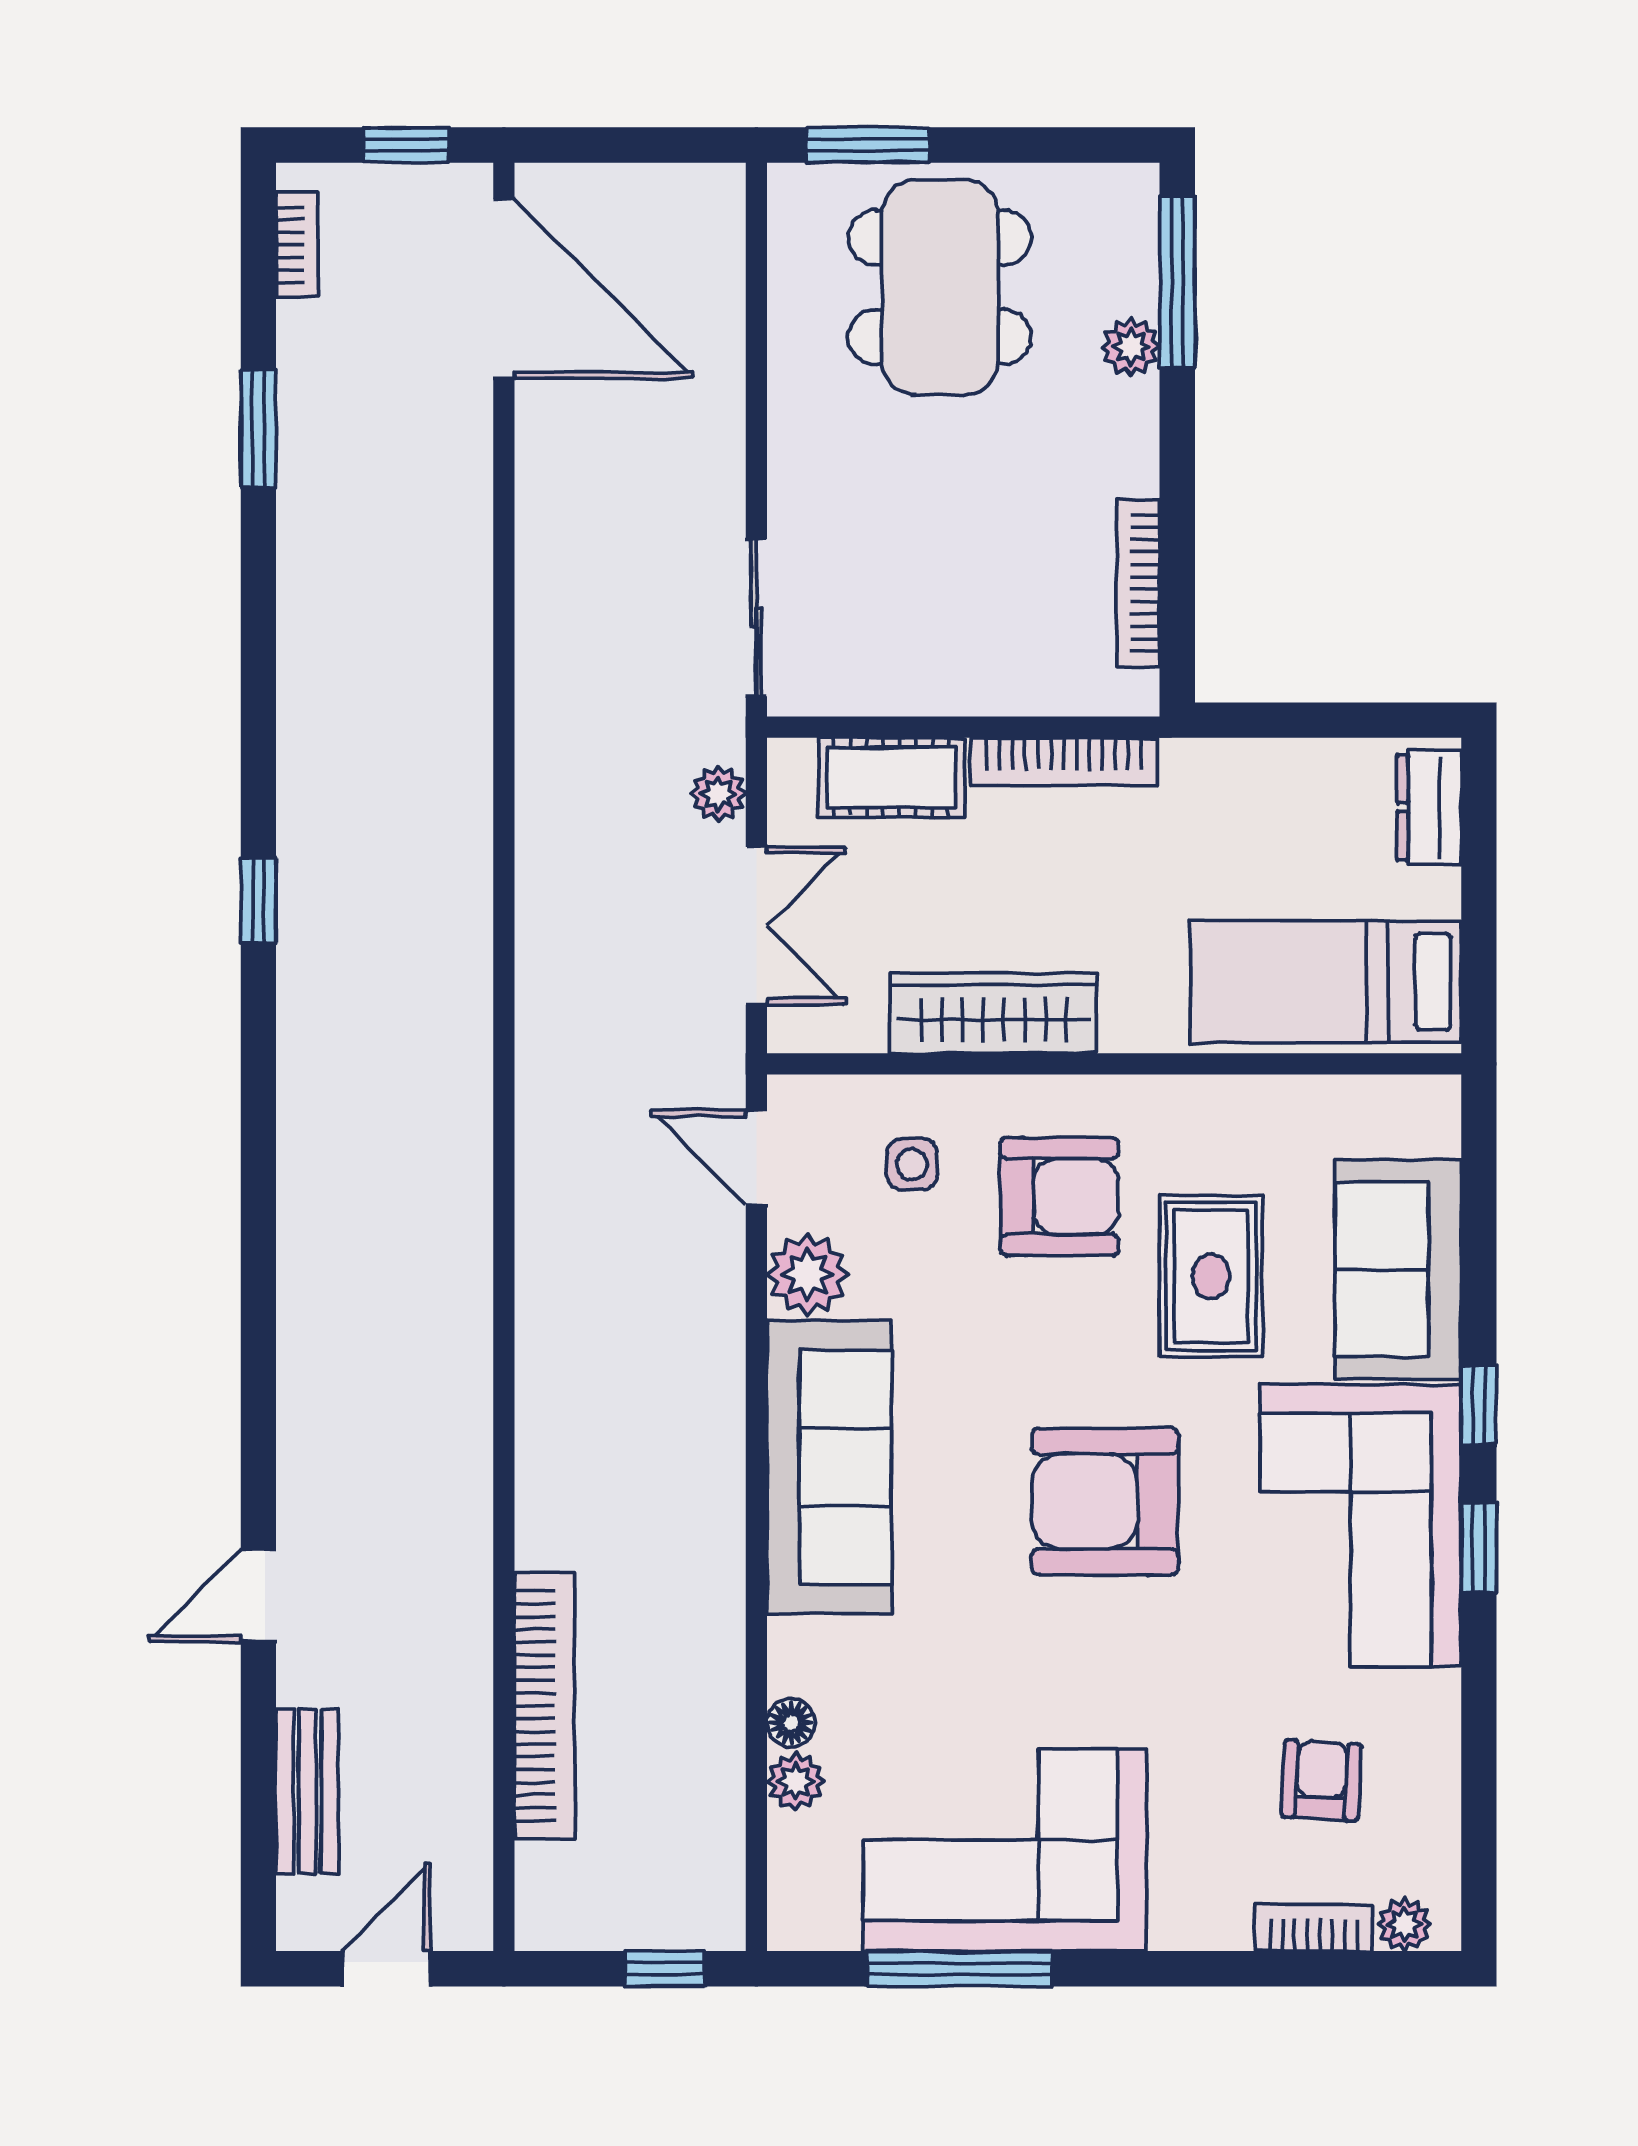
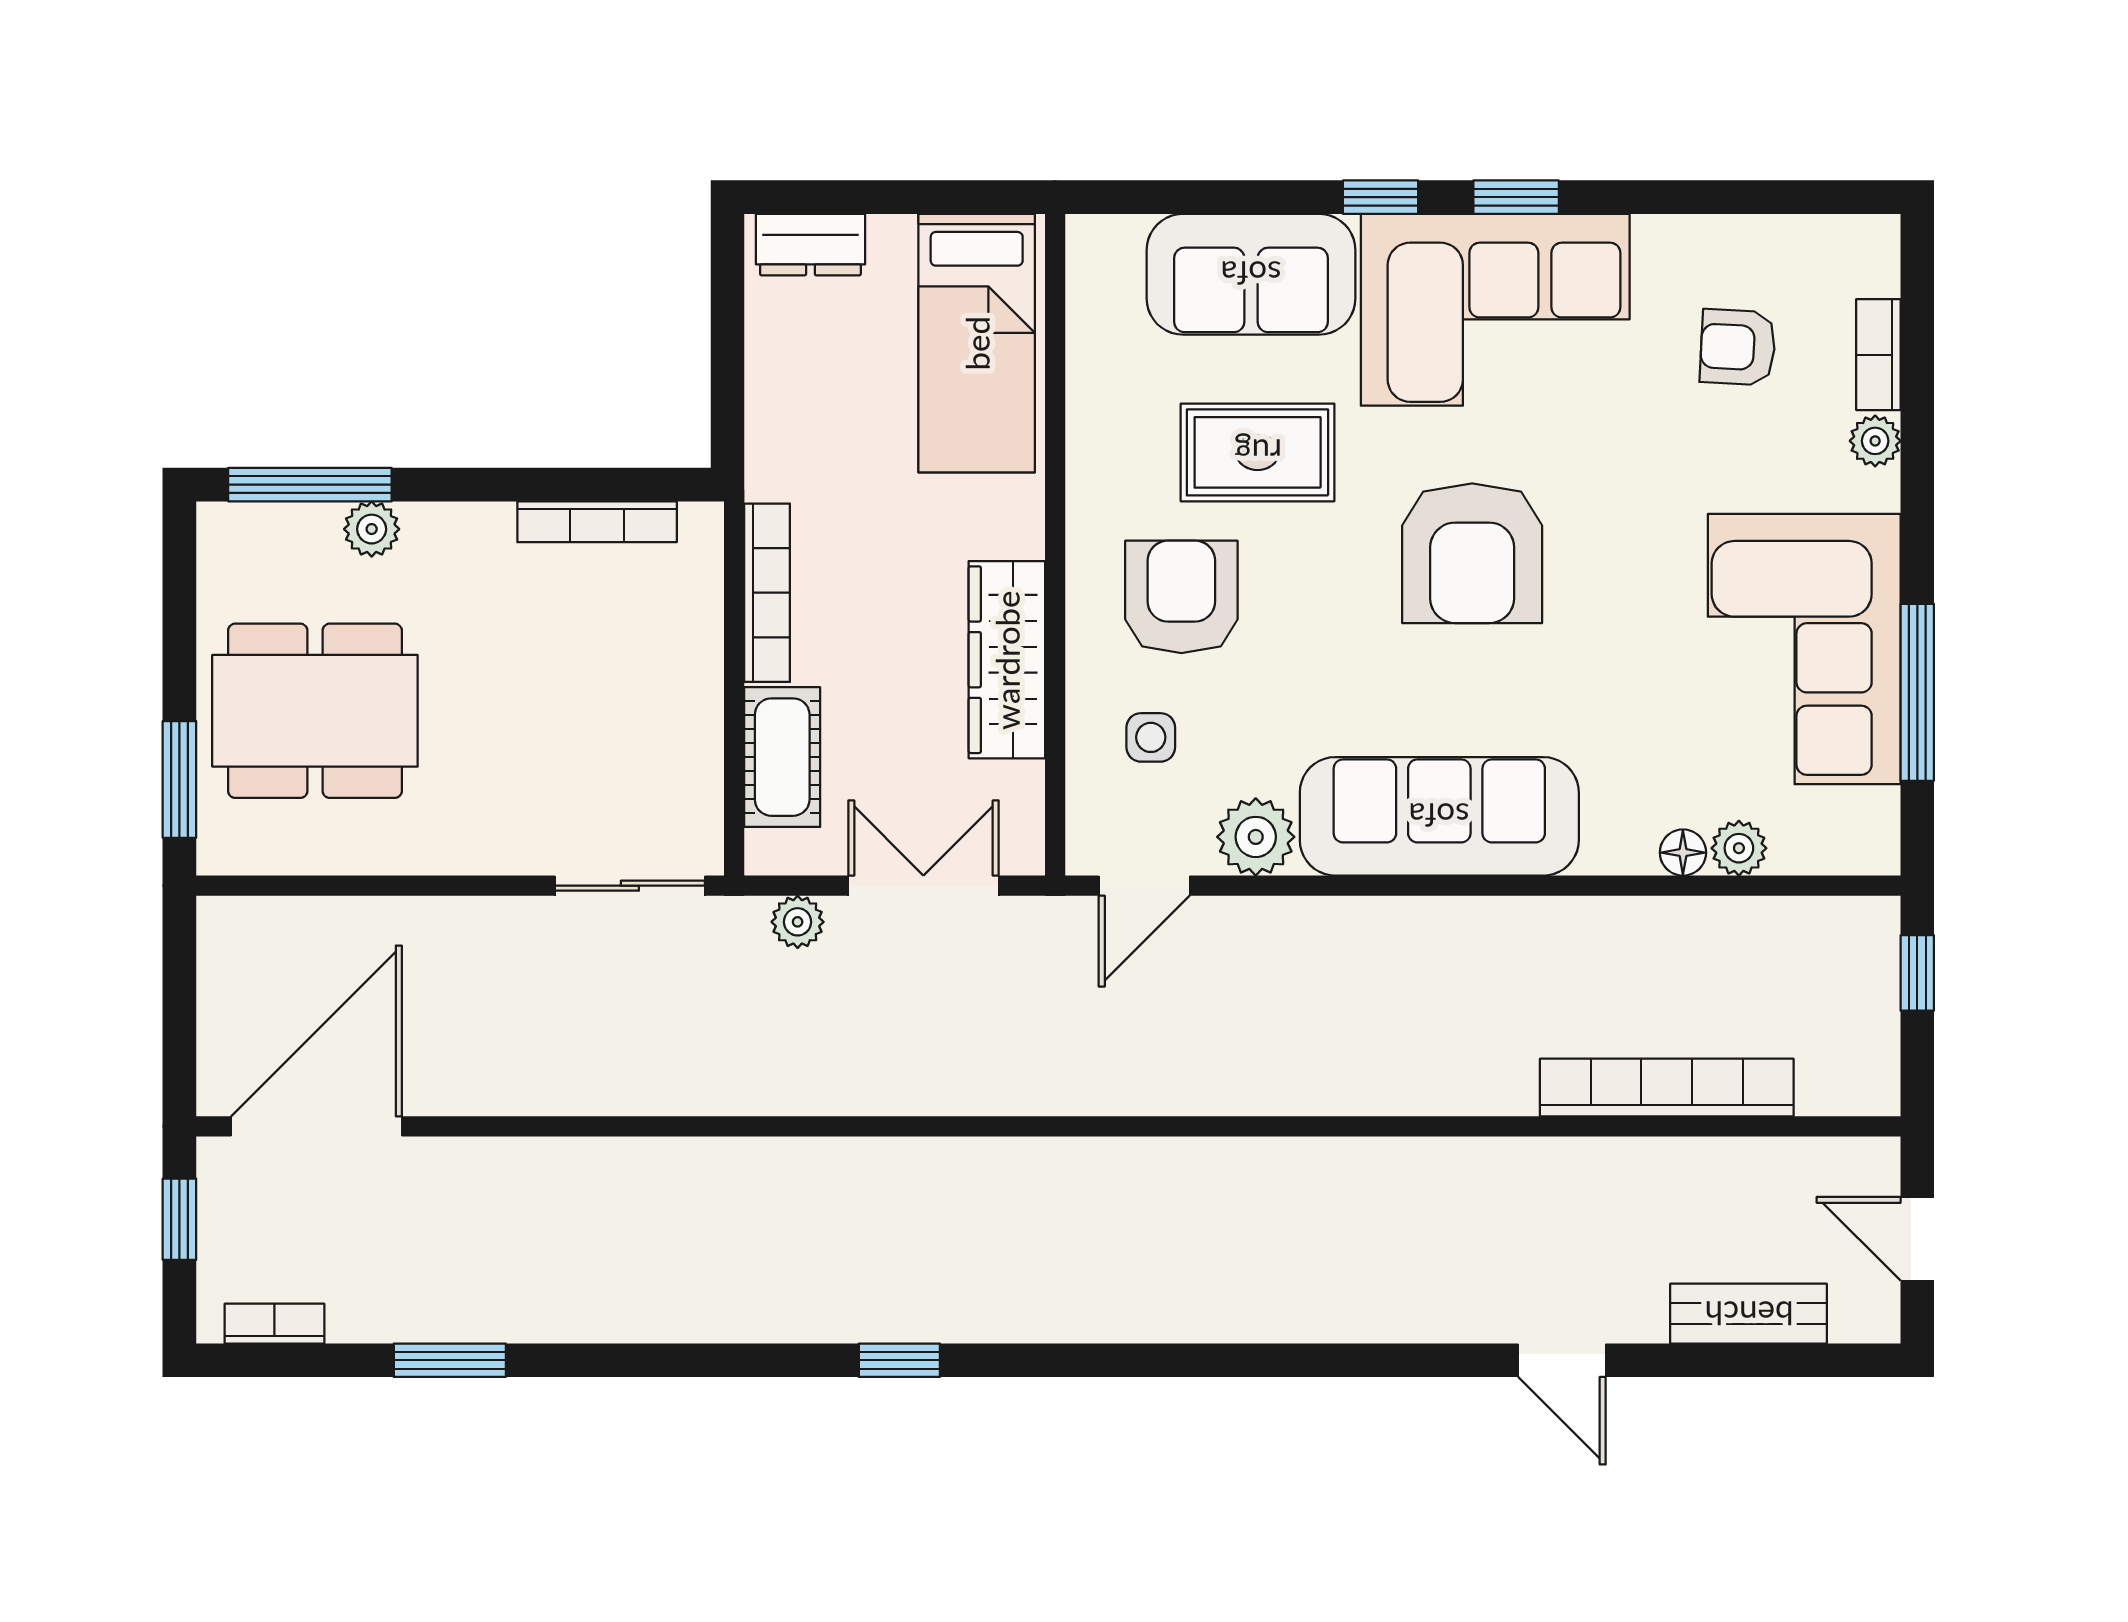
plant: (1404, 1924) -> (1875, 441), moved

